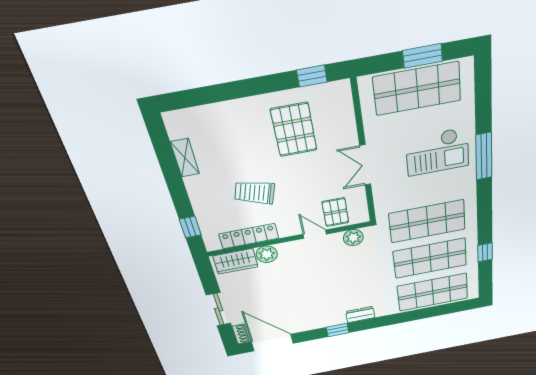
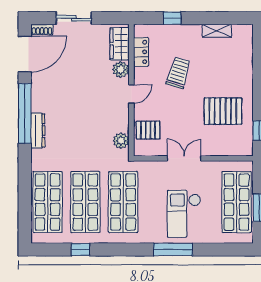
window: (190, 227) -> (172, 18), moved
door: (315, 234) -> (131, 94), moved
locker: (249, 236) -> (141, 52), width x0.66
dresser: (360, 315) -> (38, 131), width x1.44
window: (338, 330) -> (25, 114), width x3.17

